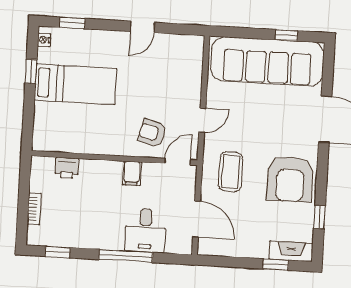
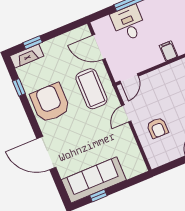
sofa: (267, 61) -> (94, 180), width x0.74, depth x0.79
armchair: (152, 133) -> (157, 128), moved, turned 76
coffee table: (231, 172) -> (91, 89), width x1.36, depth x1.32
filing cabinet: (132, 173) -> (169, 51), moved

